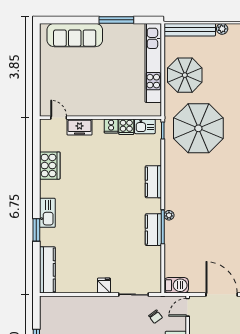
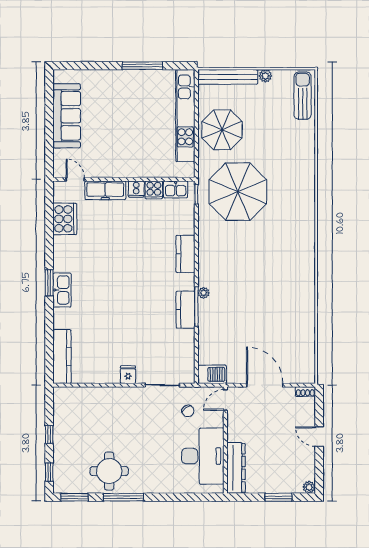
sofa: (75, 35) -> (67, 116), moved, turned -90
freezer: (80, 127) -> (105, 190), width x1.40
cooker: (50, 166) -> (65, 219), moved
window: (36, 230) -> (49, 283), moved

